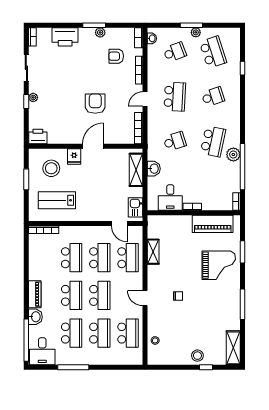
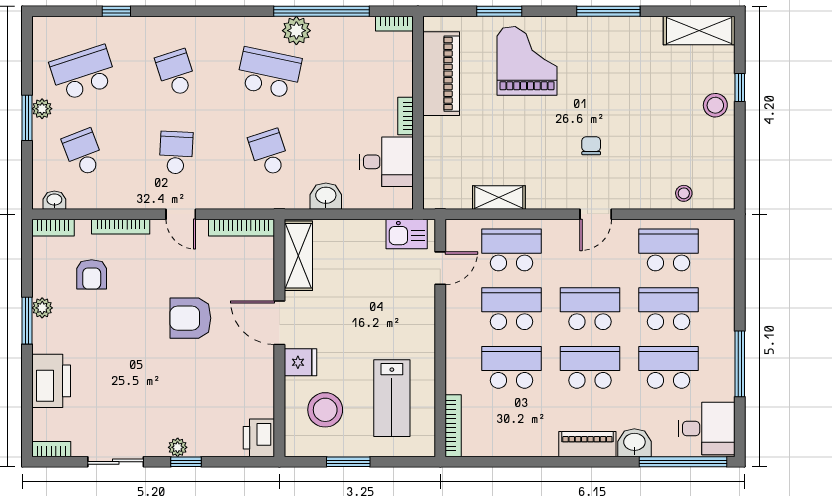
school desk: (175, 97) -> (176, 153), width x0.54
shelving: (136, 170) -> (298, 256), moved, turned 90

